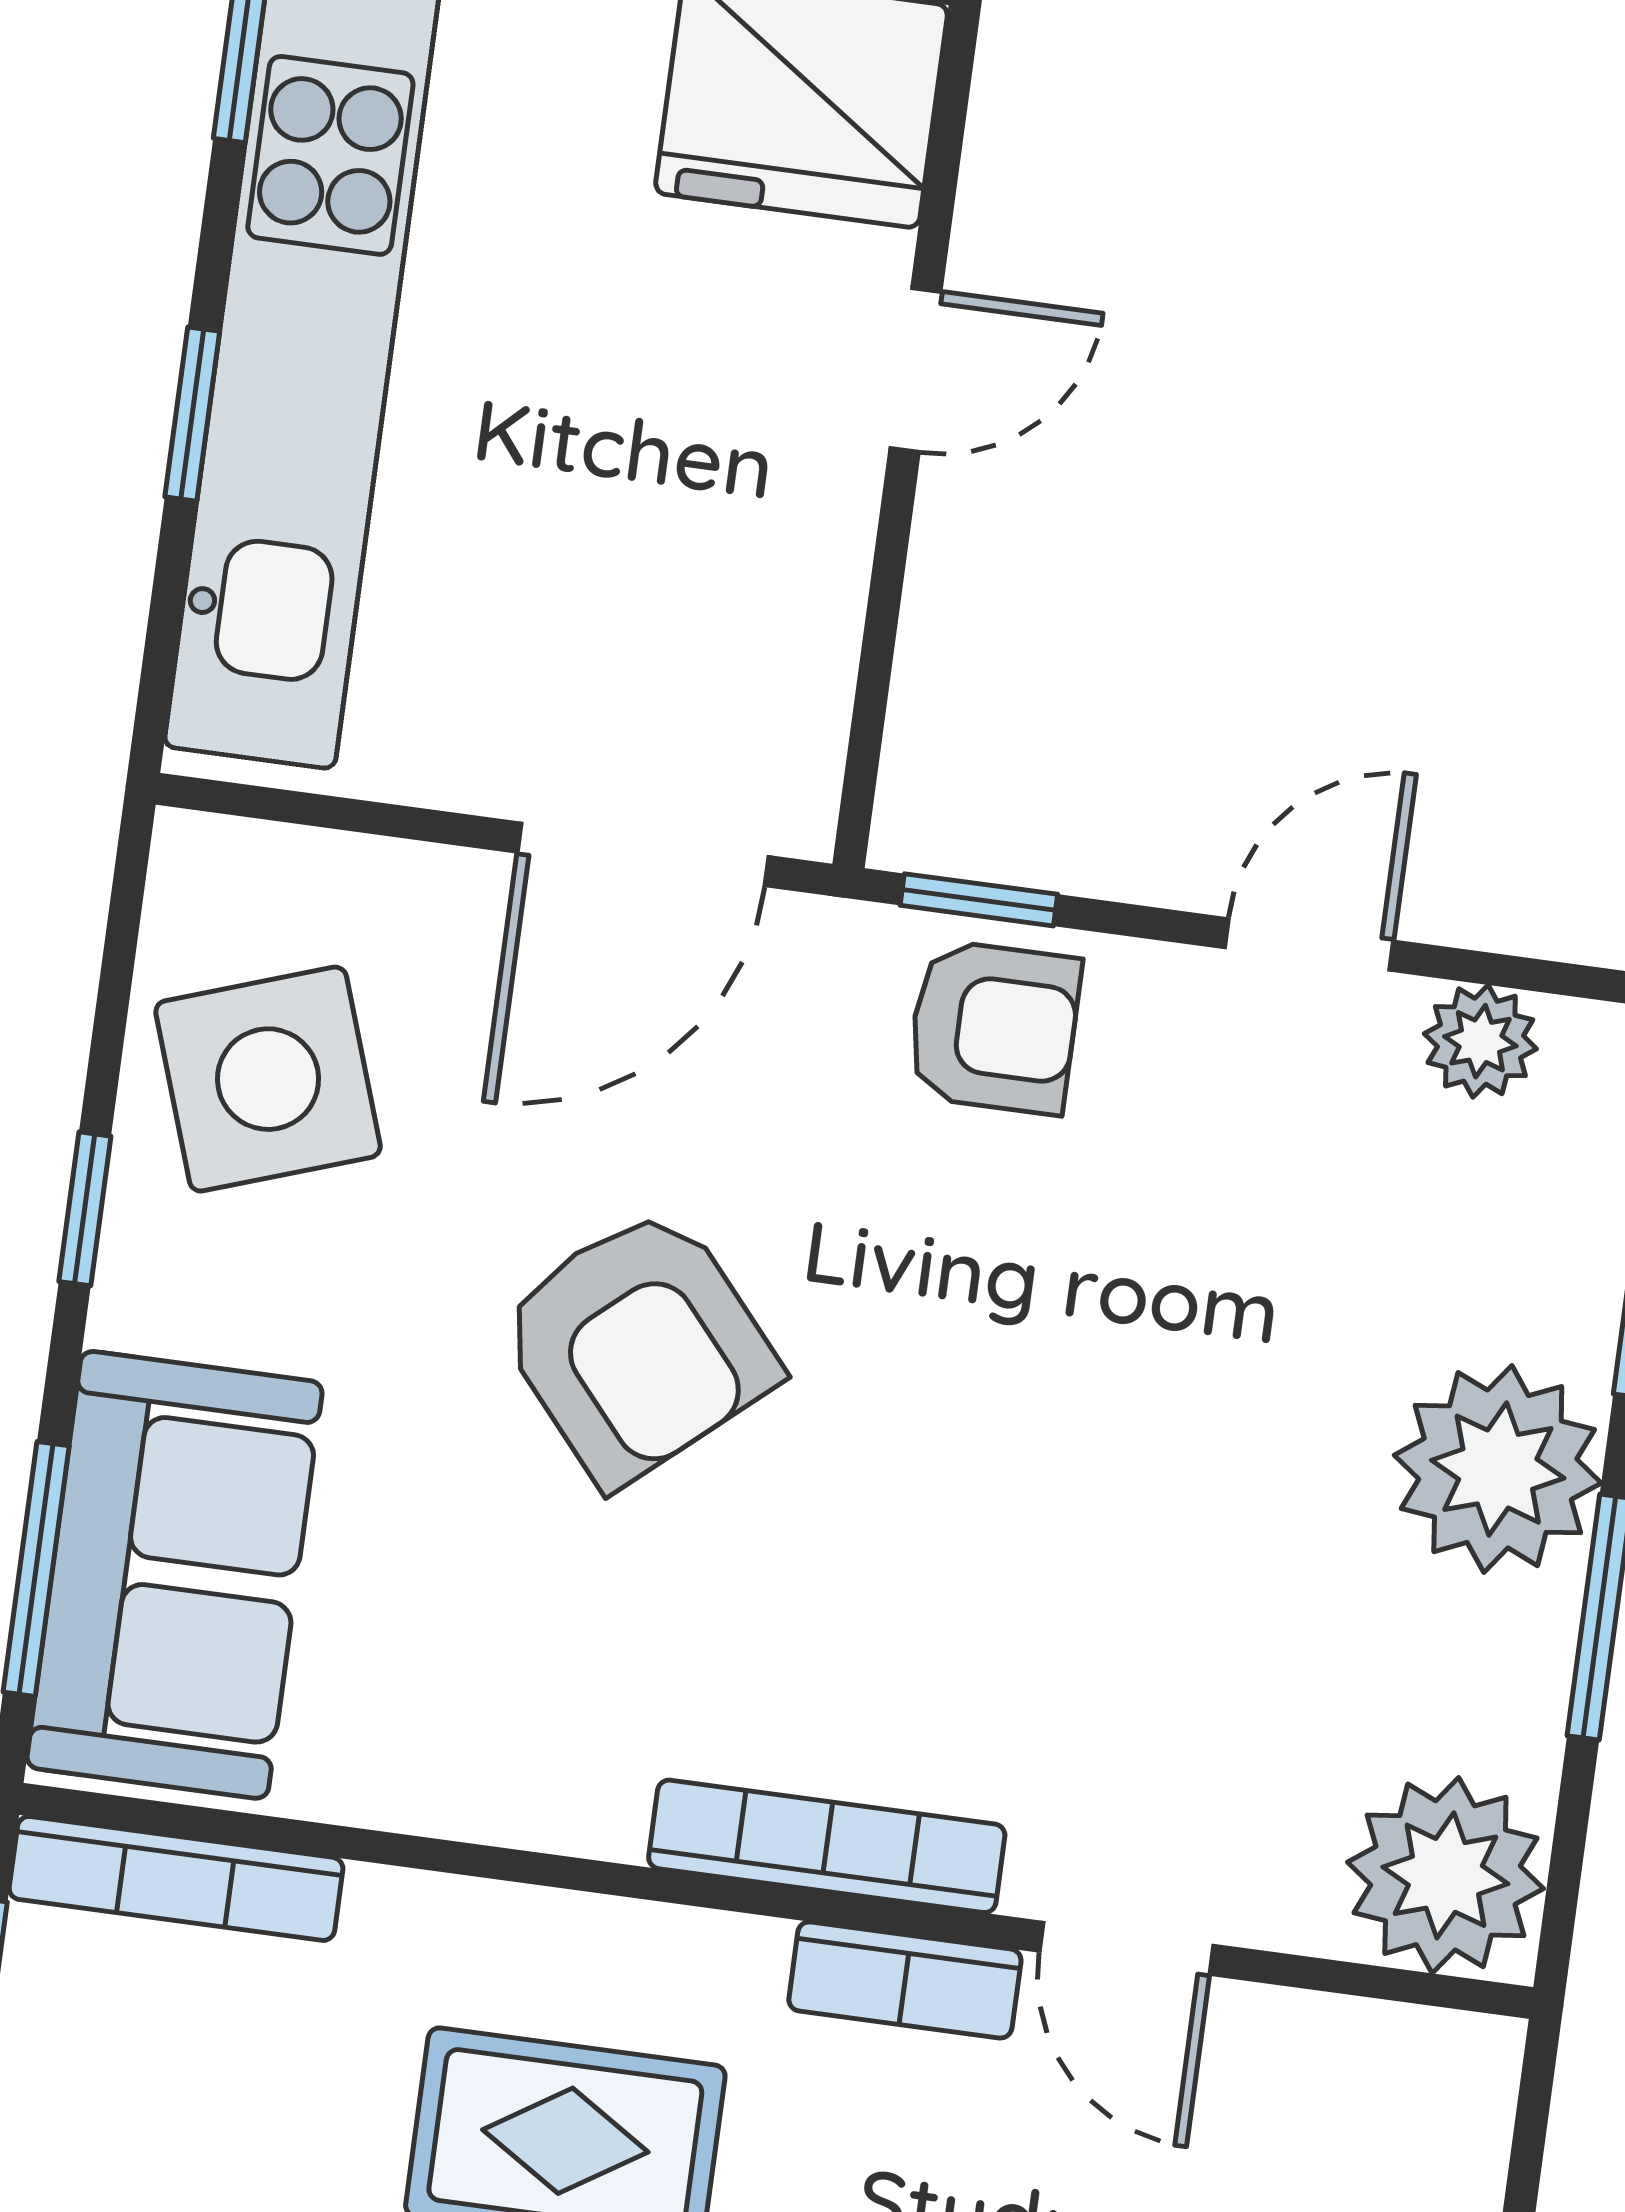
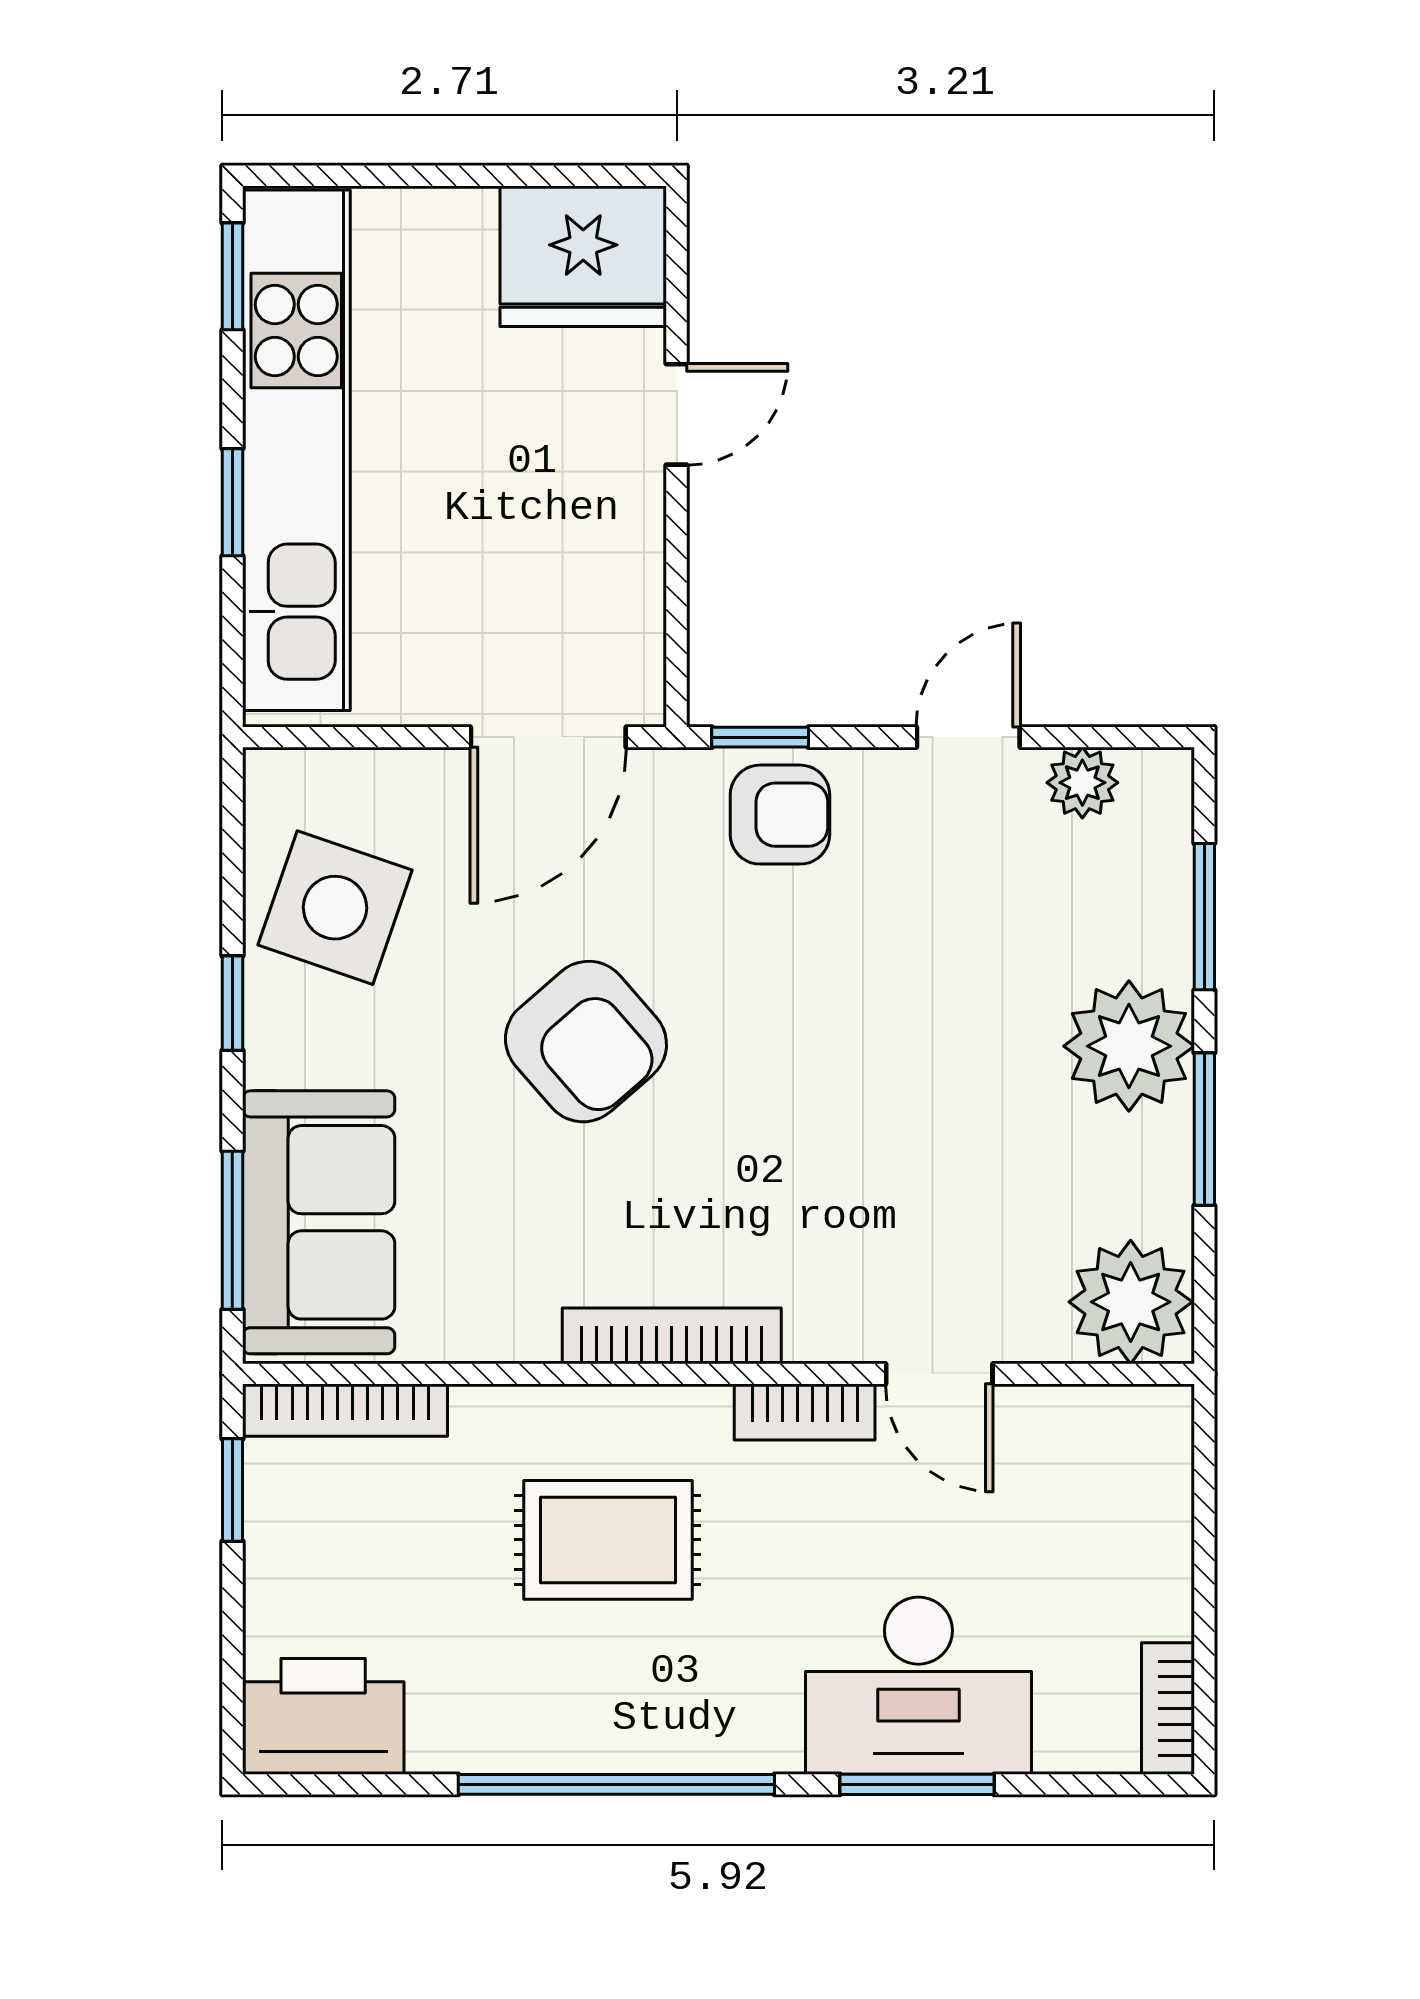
side table: (268, 1079) -> (335, 908), turned 38
bookcase: (827, 1846) -> (672, 1336), moved

